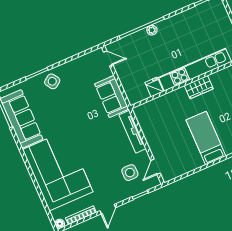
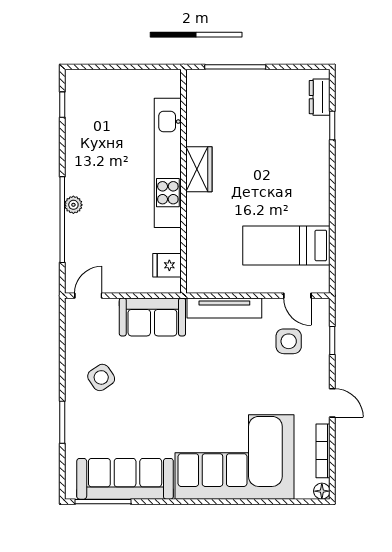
side table: (52, 81) -> (101, 377), moved
fridge: (154, 87) -> (167, 265), moved
bed: (206, 138) -> (286, 245), moved

